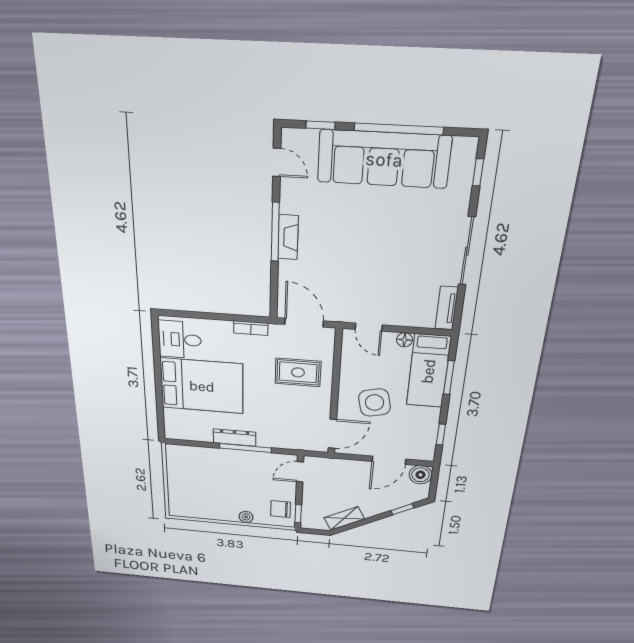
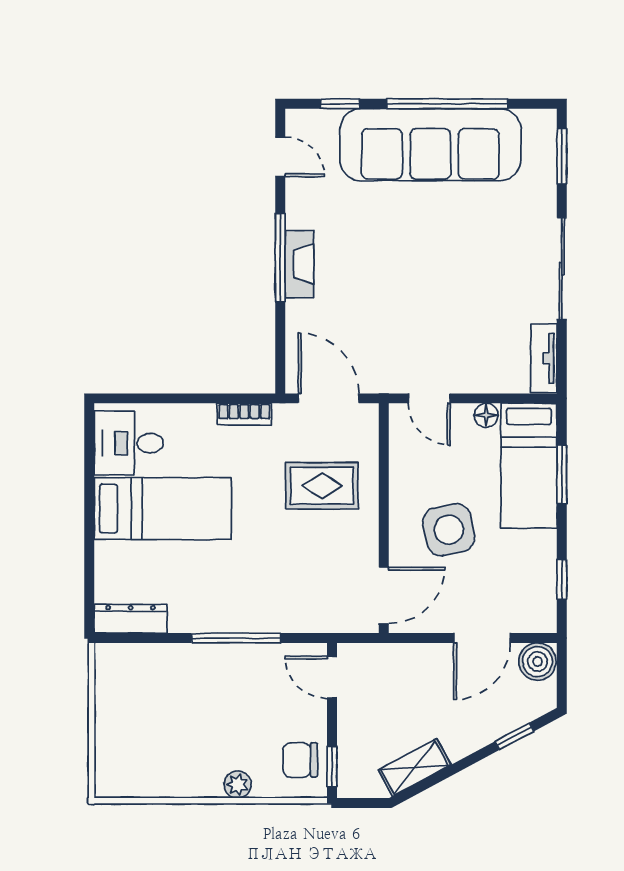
window: (478, 172) -> (562, 156), width x1.50
bed: (202, 386) -> (163, 509), width x0.67
dresser: (234, 438) -> (131, 619), moved
door: (300, 472) -> (332, 677), hinge flipped

